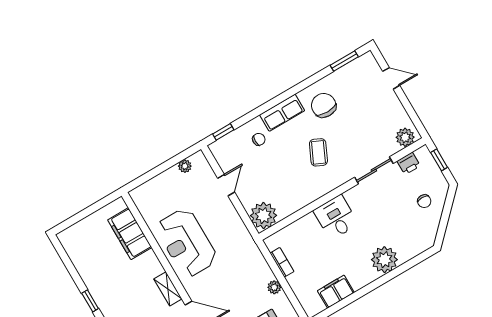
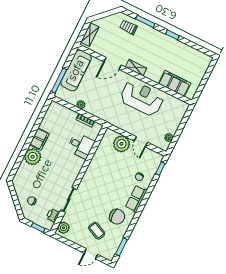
coffee table: (318, 152) -> (97, 231), moved
plant: (264, 216) -> (122, 144), moved
desk: (336, 217) -> (81, 146), moved
filing cabinet: (336, 292) -> (39, 139), moved

